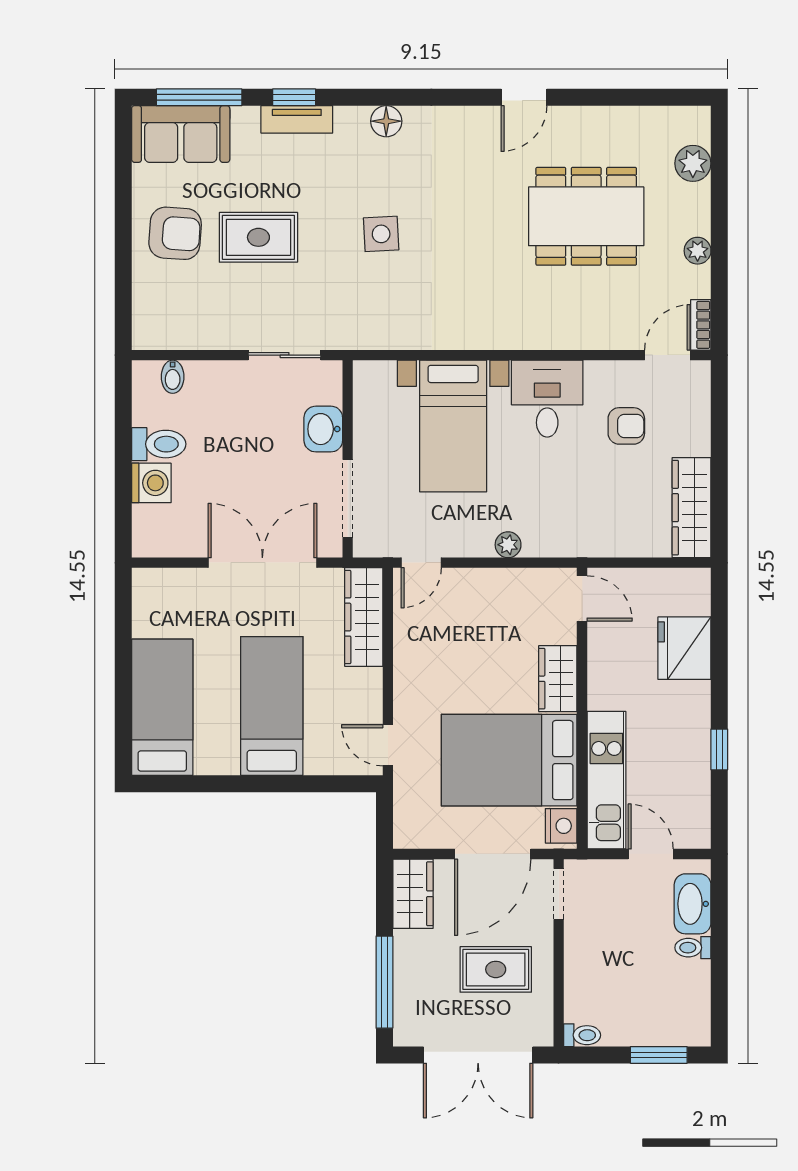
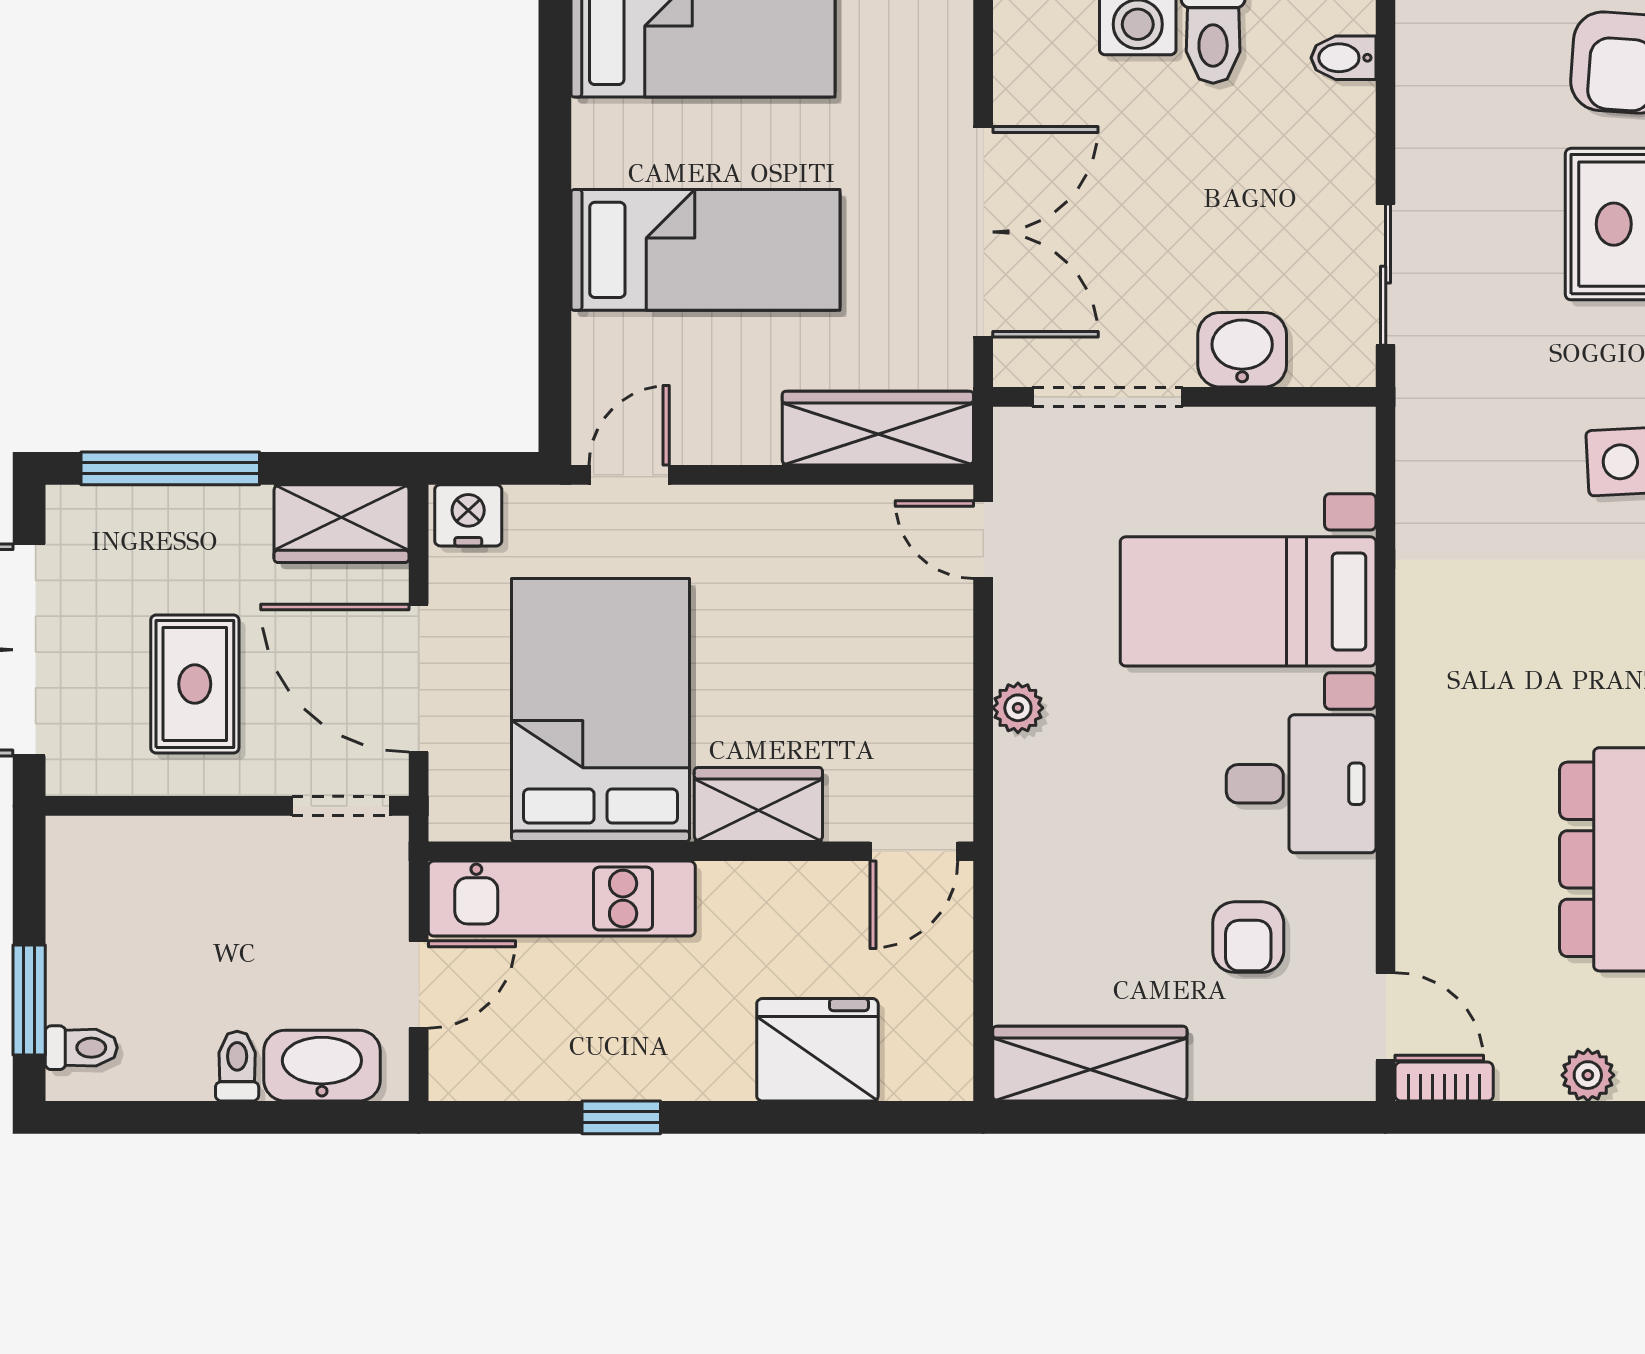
nightstand: (561, 826) -> (468, 515), moved, turned 180
toilet: (582, 1035) -> (81, 1048), moved, turned -90

